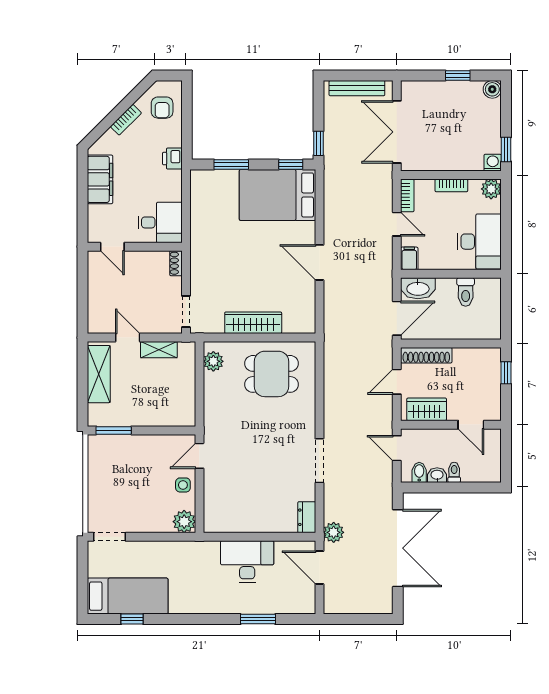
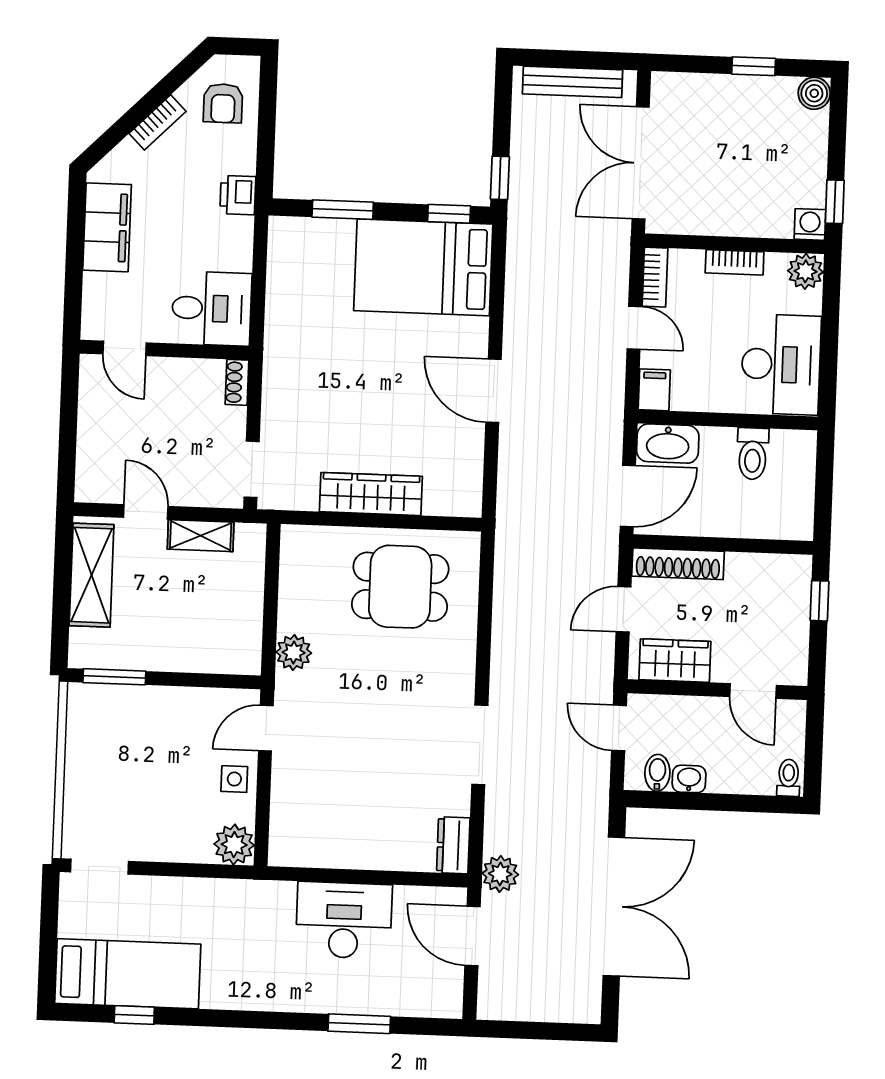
plant: (213, 361) -> (294, 652), moved
toilet: (454, 472) -> (789, 778), moved

